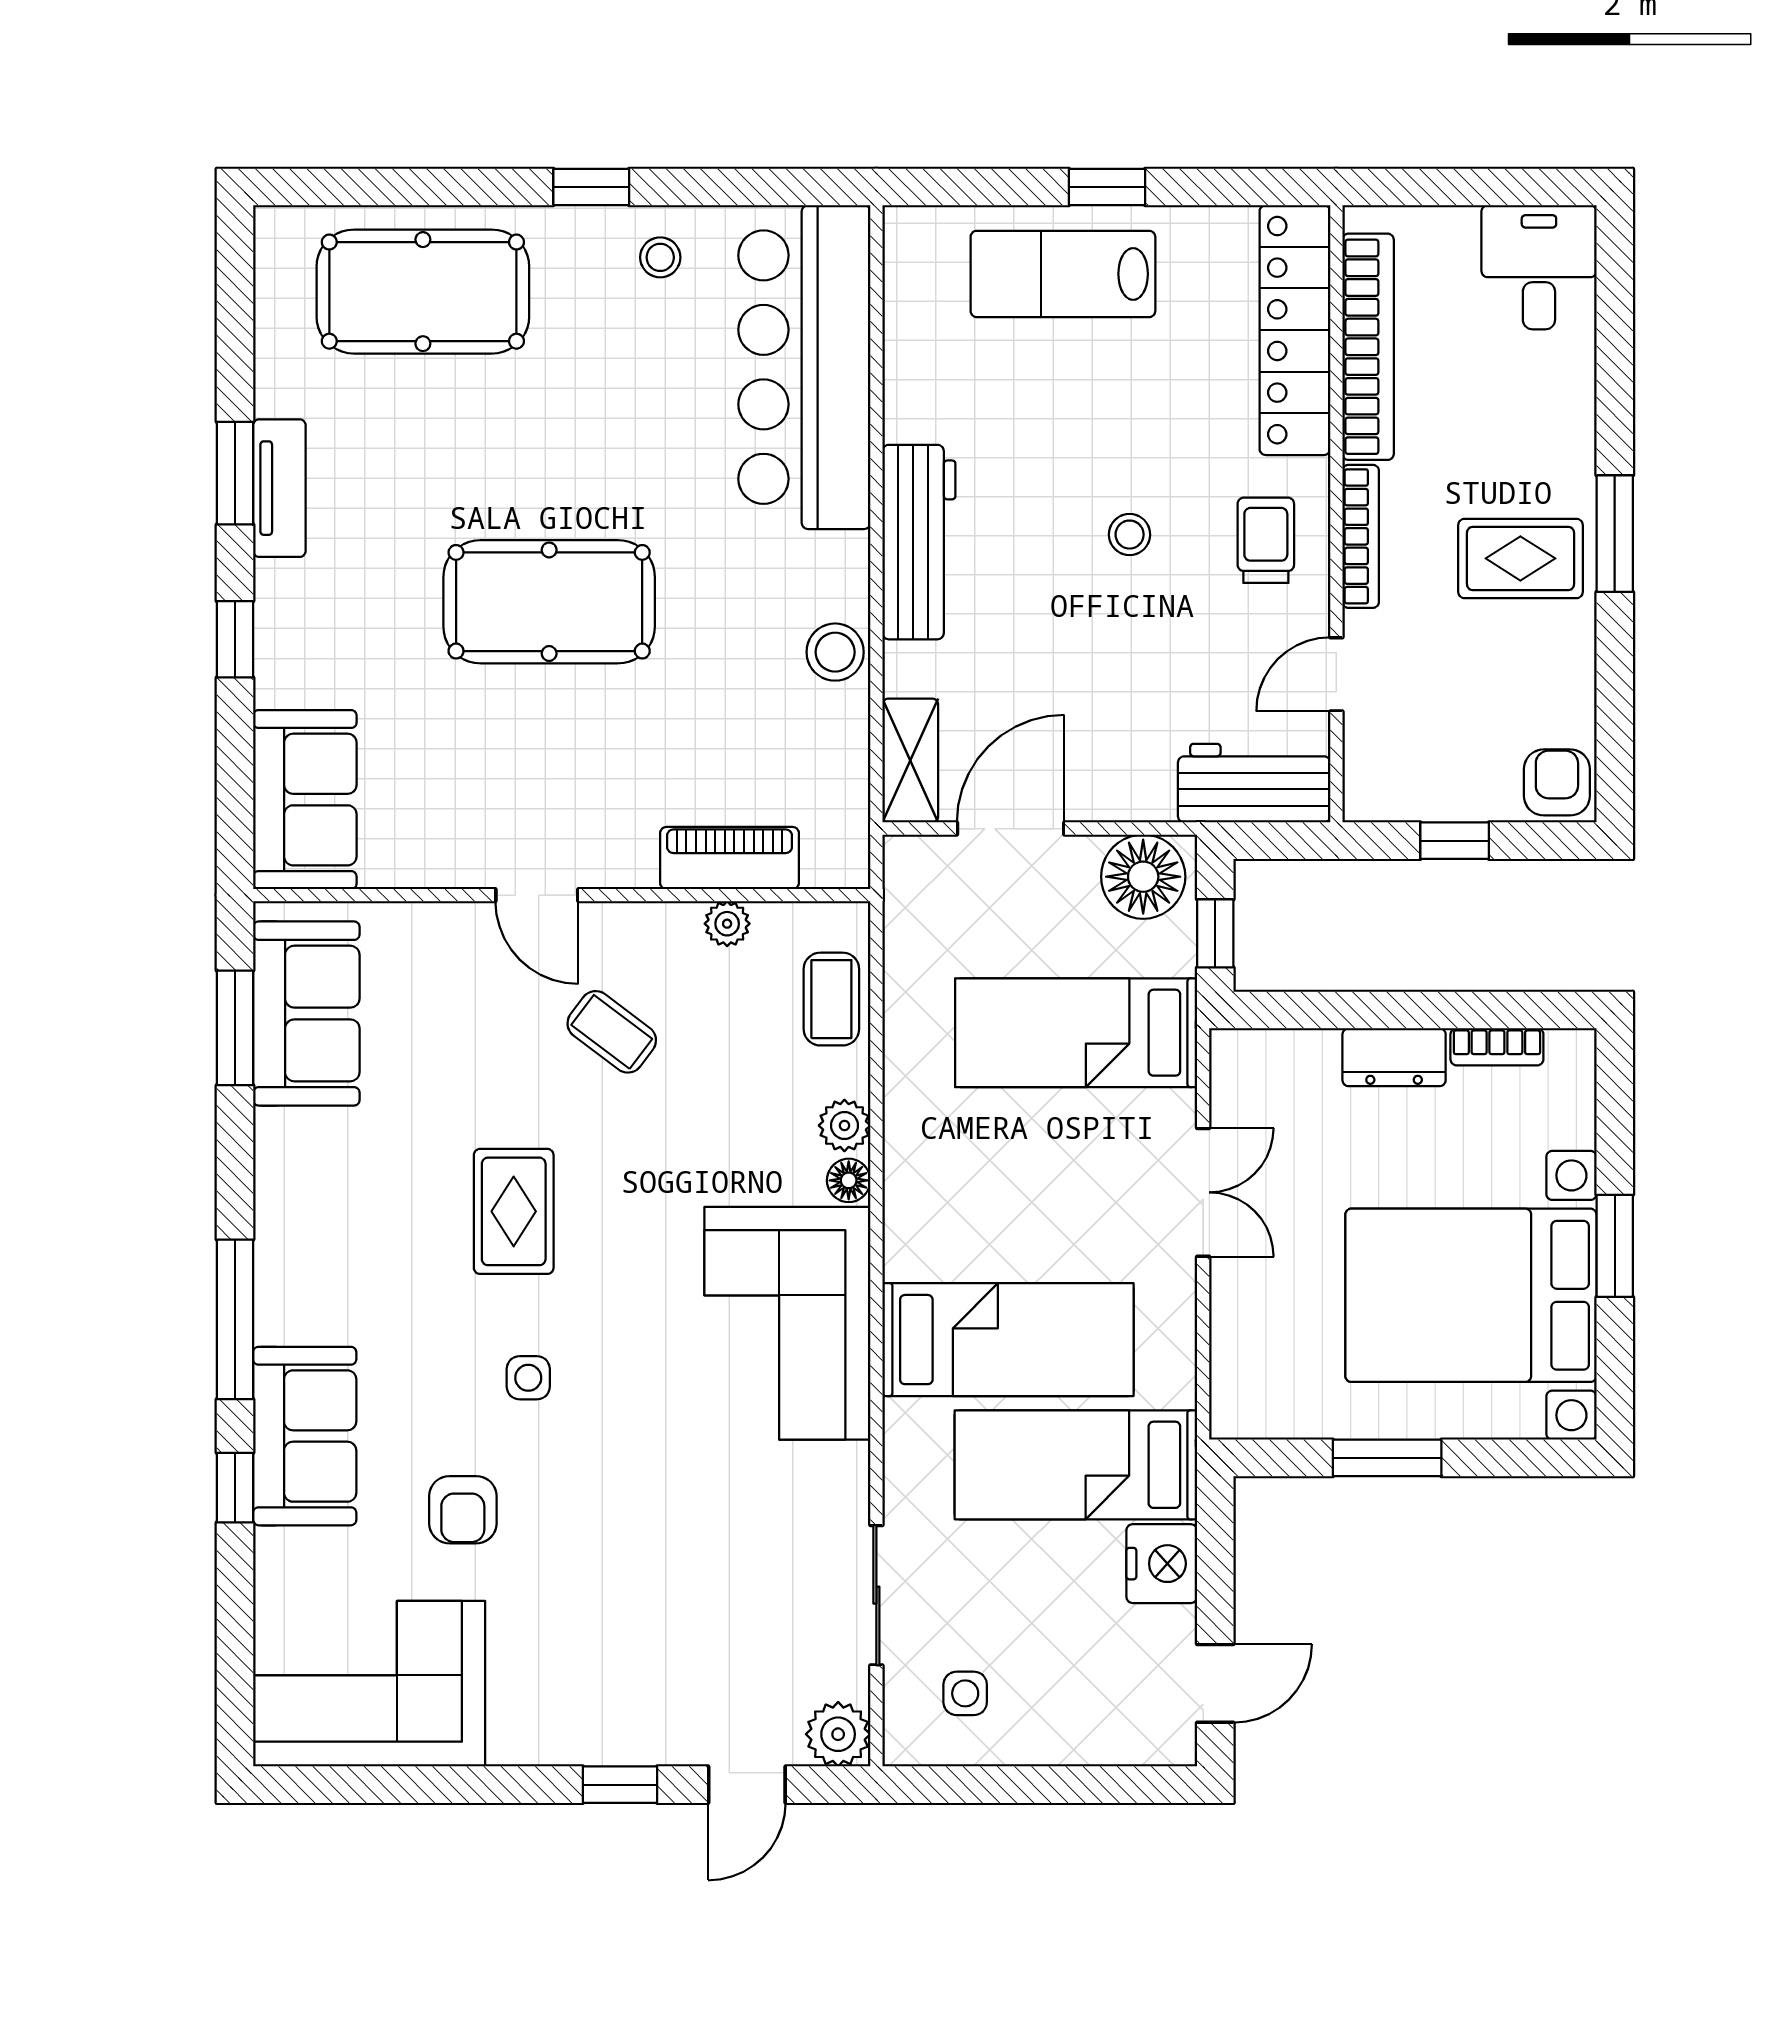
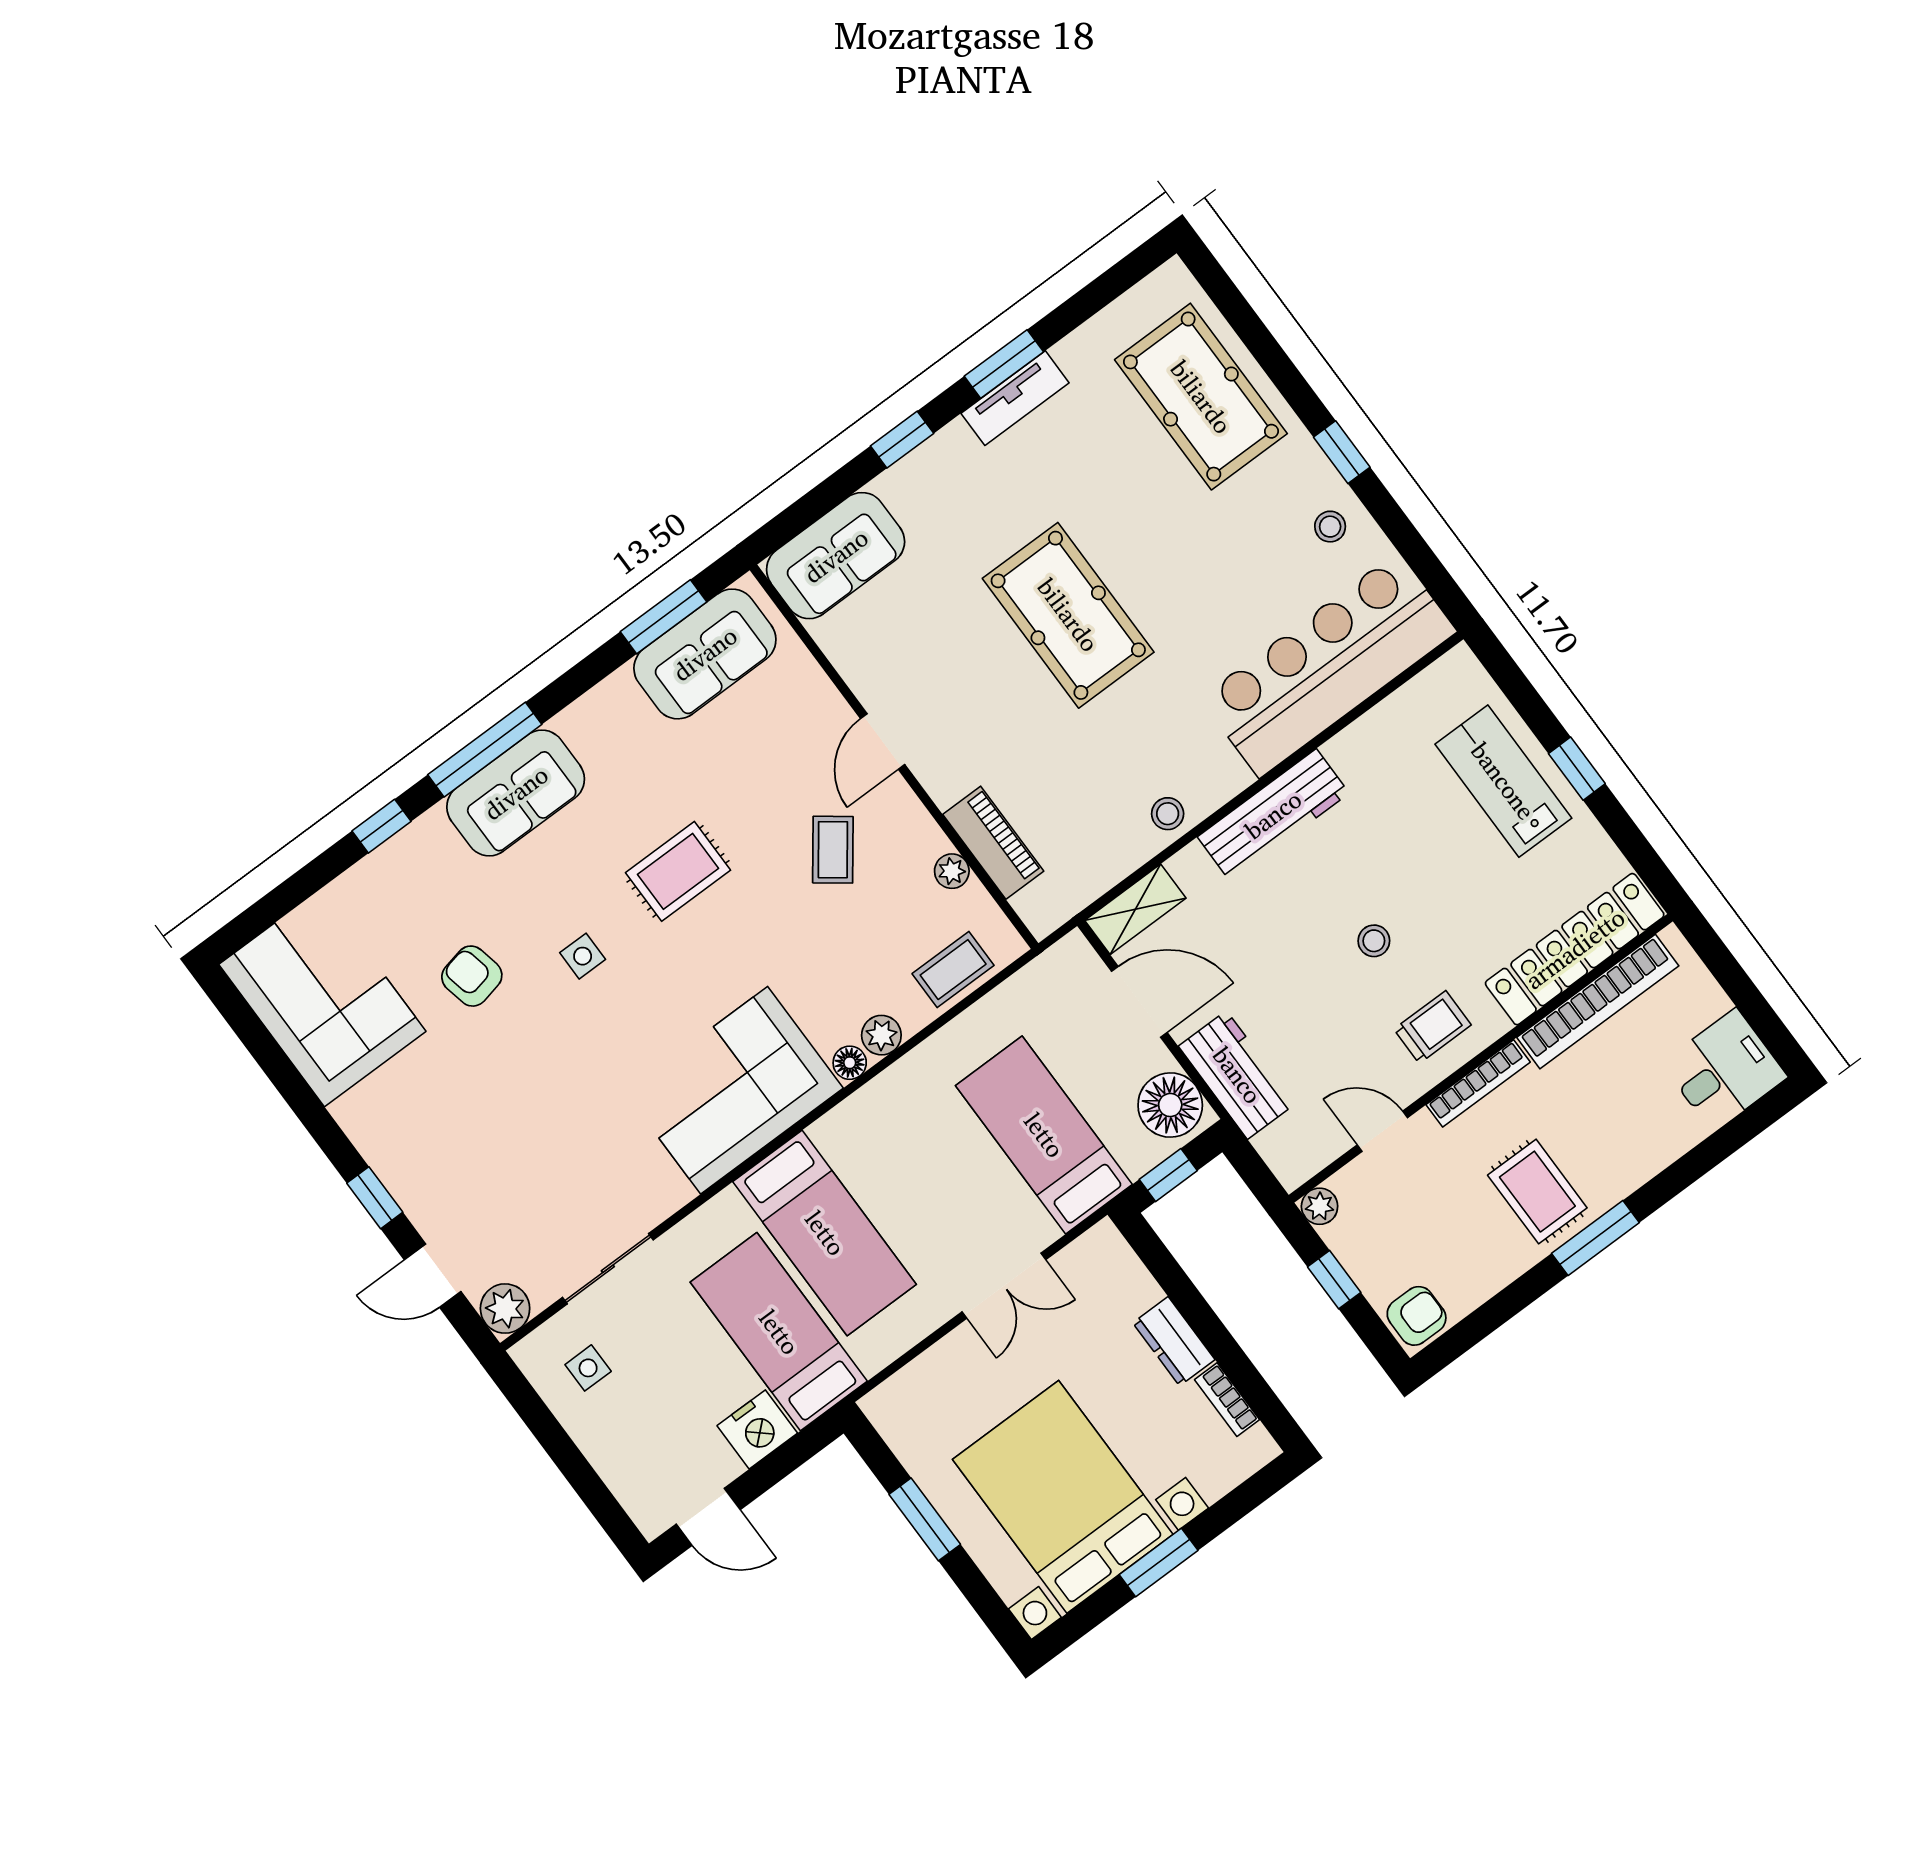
stool: (835, 652) -> (1168, 814), width x0.73, depth x0.73
workbench: (1254, 783) -> (1237, 1075), moved
plant: (1366, 799) -> (1320, 1206), added
sofa: (305, 1436) -> (516, 793), moved
armchair: (463, 1510) -> (472, 976), turned 78

